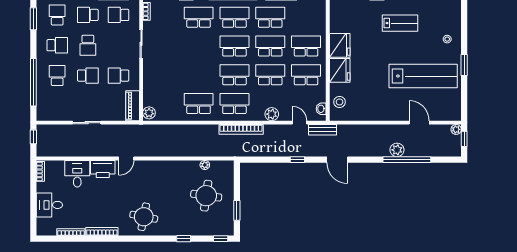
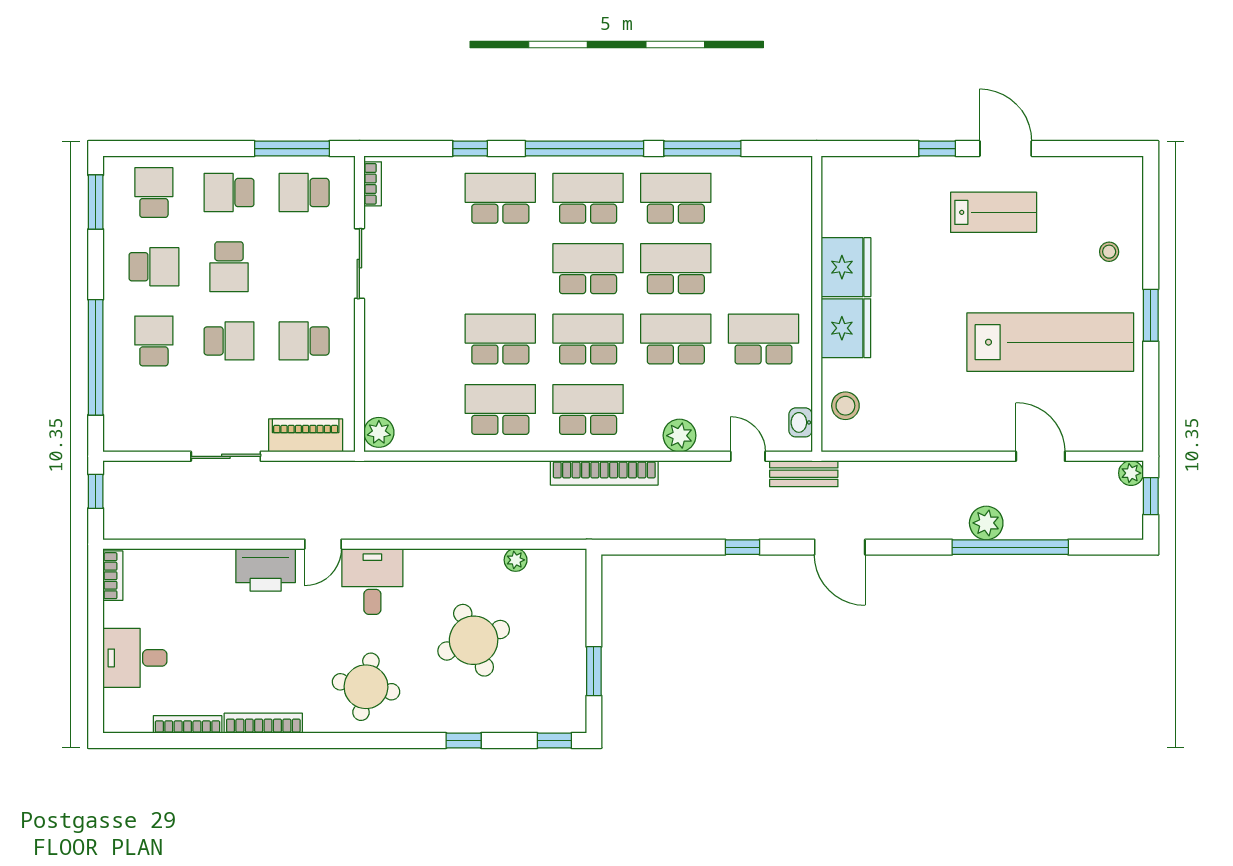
school desk: (306, 46) -> (500, 339), moved
piano: (133, 106) -> (306, 435), moved, turned 90
desk: (77, 174) -> (372, 581), moved
round table: (206, 196) -> (474, 640), moved, turned -30

